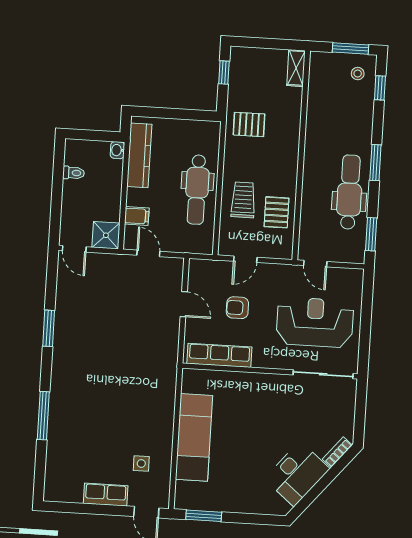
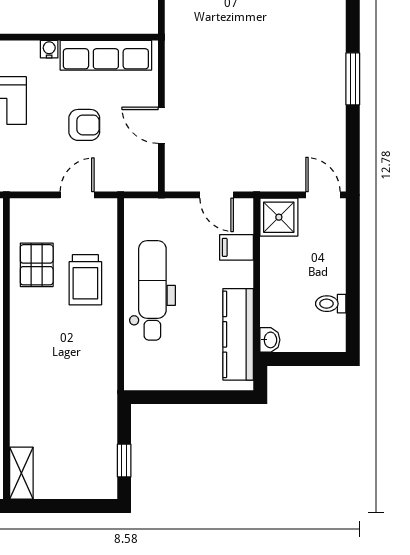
pallet: (249, 124) -> (84, 388), removed
water cooler: (259, 362) -> (49, 49), added

